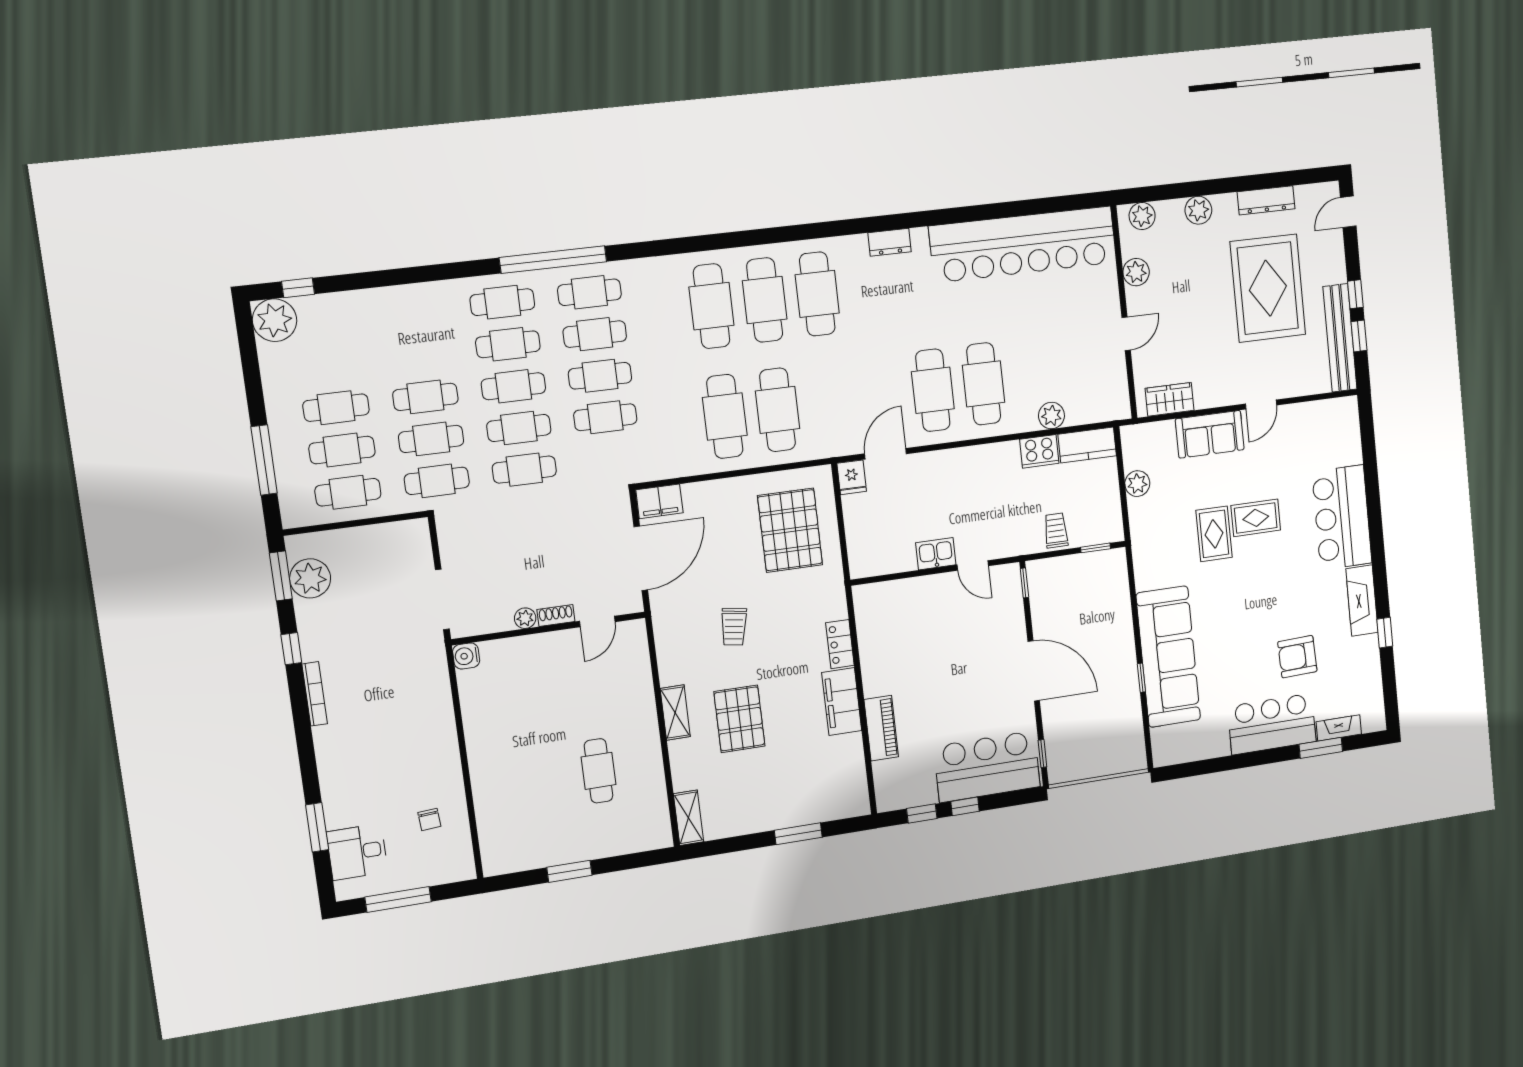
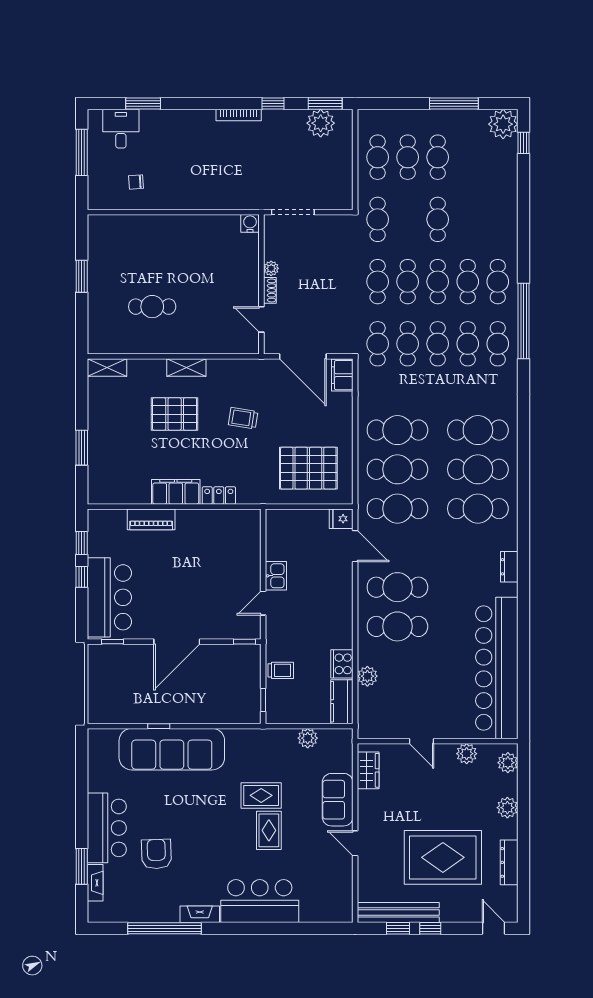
cafe table: (830, 403) -> (397, 509), added
cafe table: (431, 439) -> (378, 344), moved
window: (264, 460) -> (454, 104), moved
fireplace: (1362, 601) -> (200, 914), width x0.73, depth x0.76
window: (1385, 633) -> (165, 928), width x3.17

